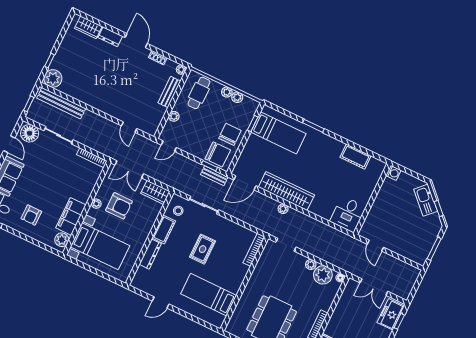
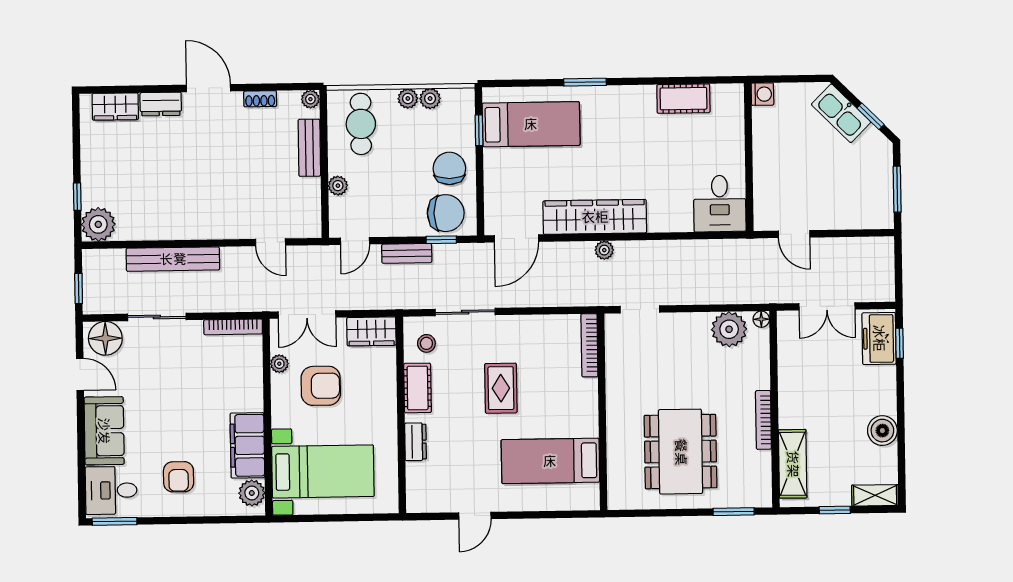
bench: (61, 103) -> (173, 259), moved
bench: (214, 176) -> (407, 253), moved
plant: (96, 204) -> (279, 364), moved
dresser: (150, 254) -> (416, 442), width x0.70
plant: (311, 265) -> (699, 322), removed

